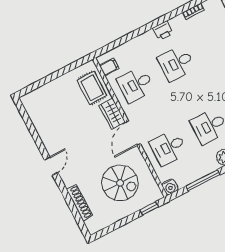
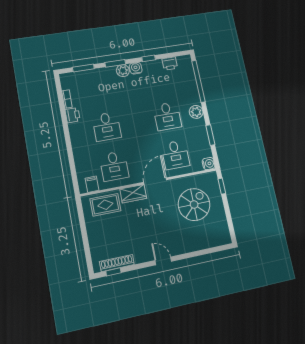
printer: (163, 31) -> (73, 115), moved
window: (26, 117) -> (113, 272), added
door: (133, 133) -> (155, 181), swing flipped
window: (203, 180) -> (210, 135), width x0.69
shoe rack: (80, 203) -> (117, 263), moved

